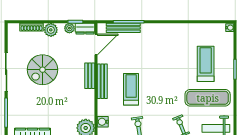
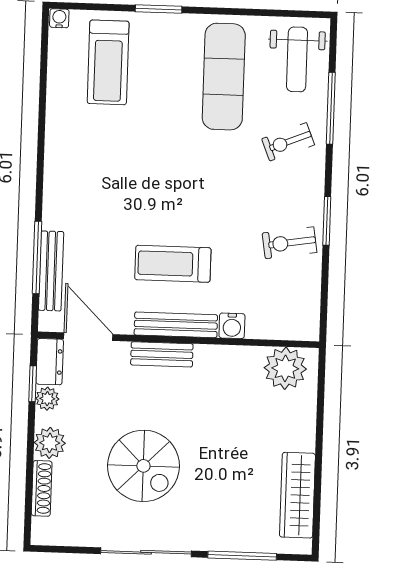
treadmill: (206, 64) -> (108, 62), moved, turned -90
treadmill: (131, 89) -> (173, 264), moved
water cooler: (103, 122) -> (232, 326), moved

